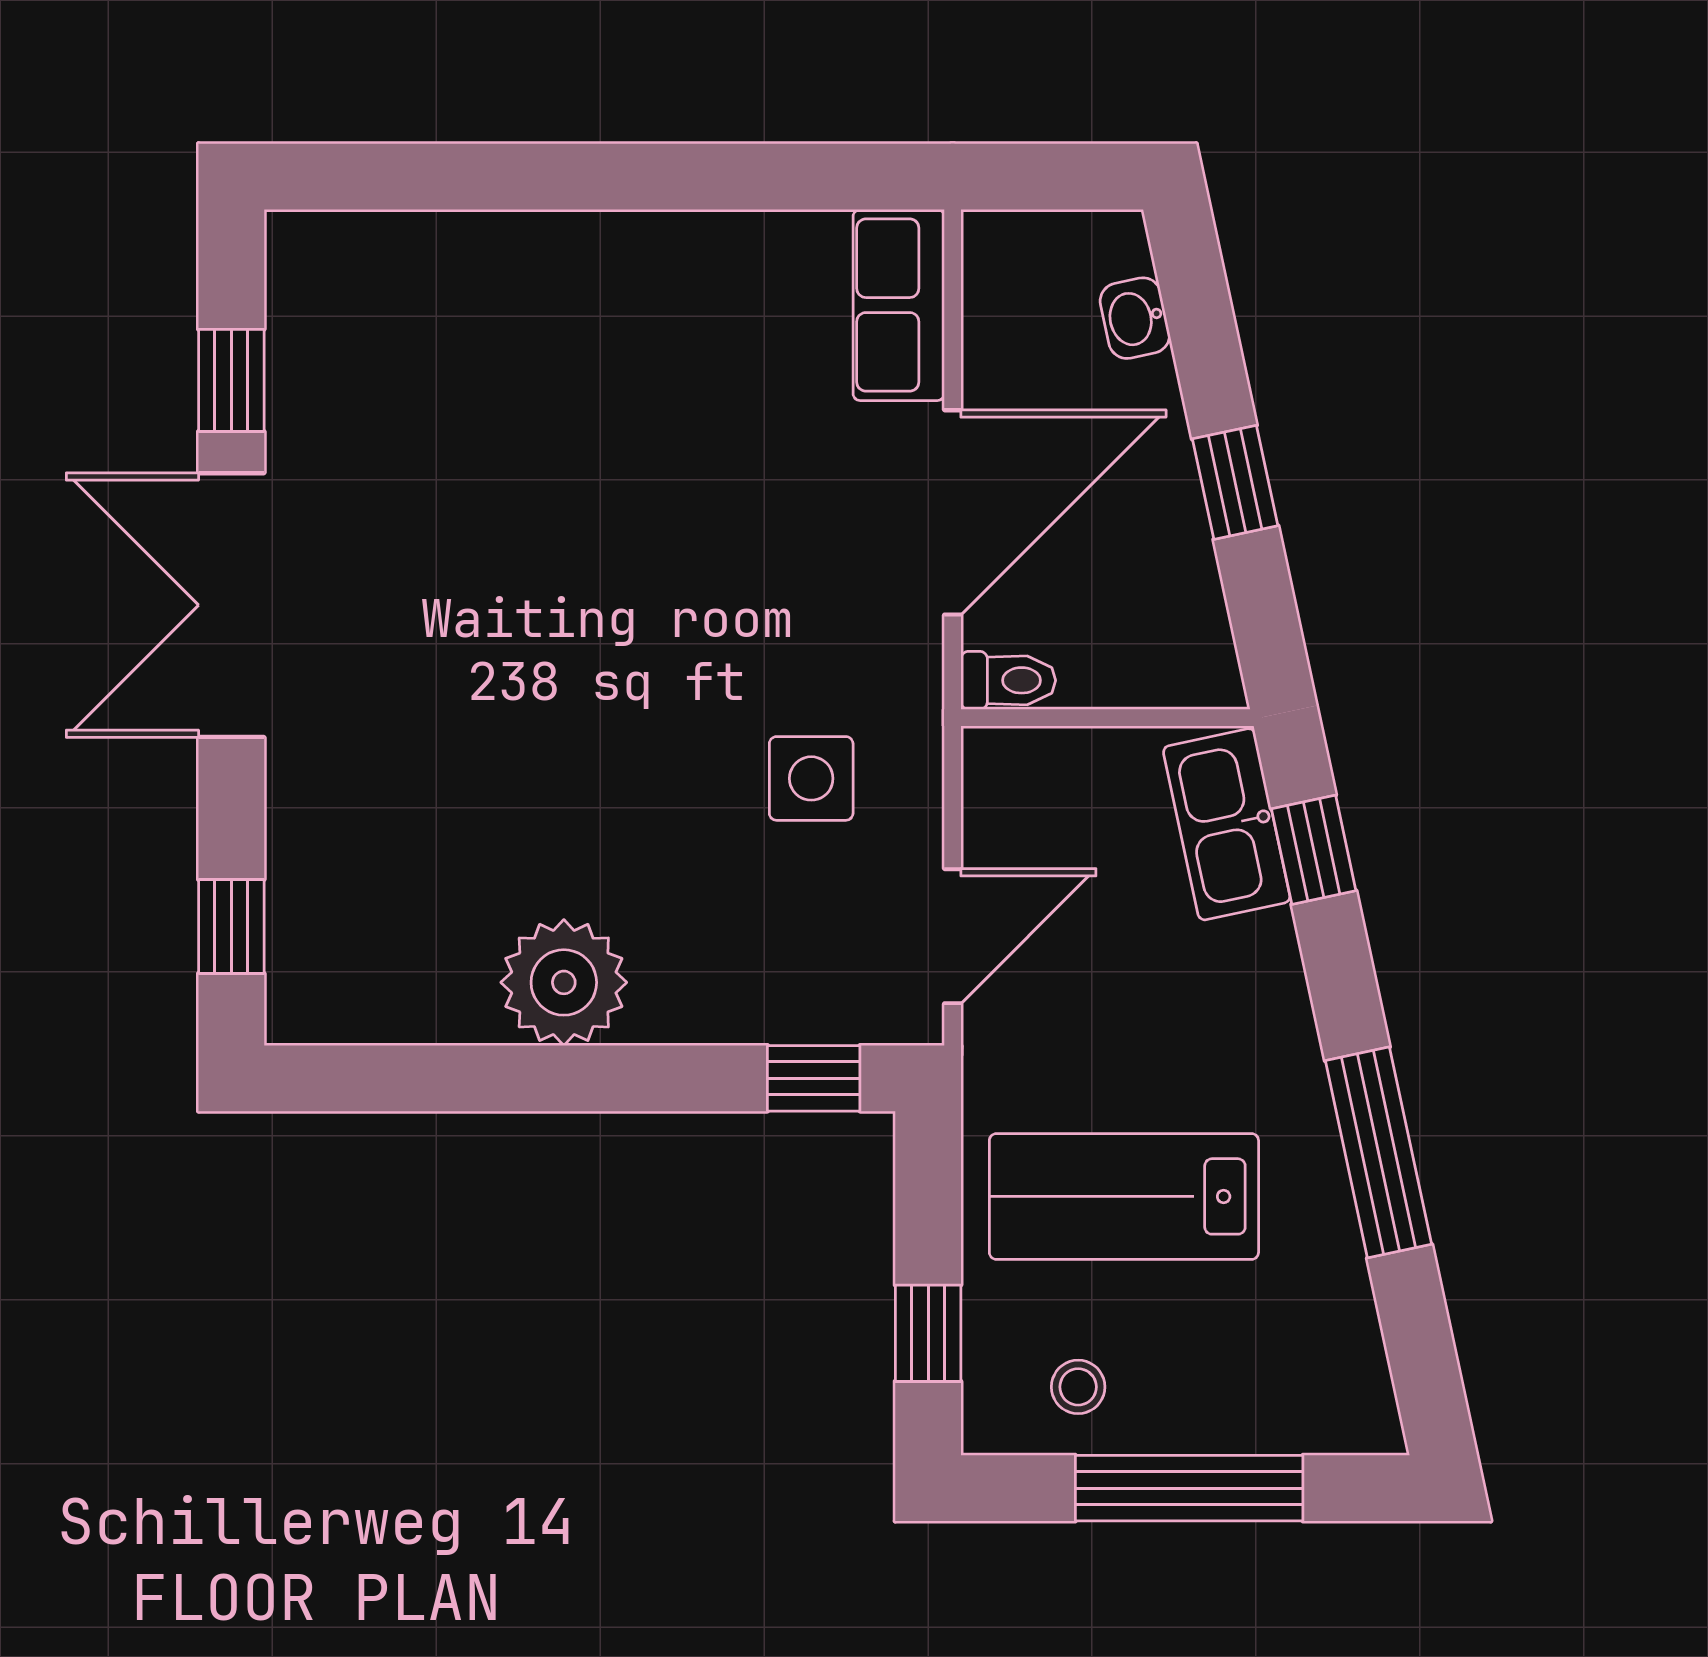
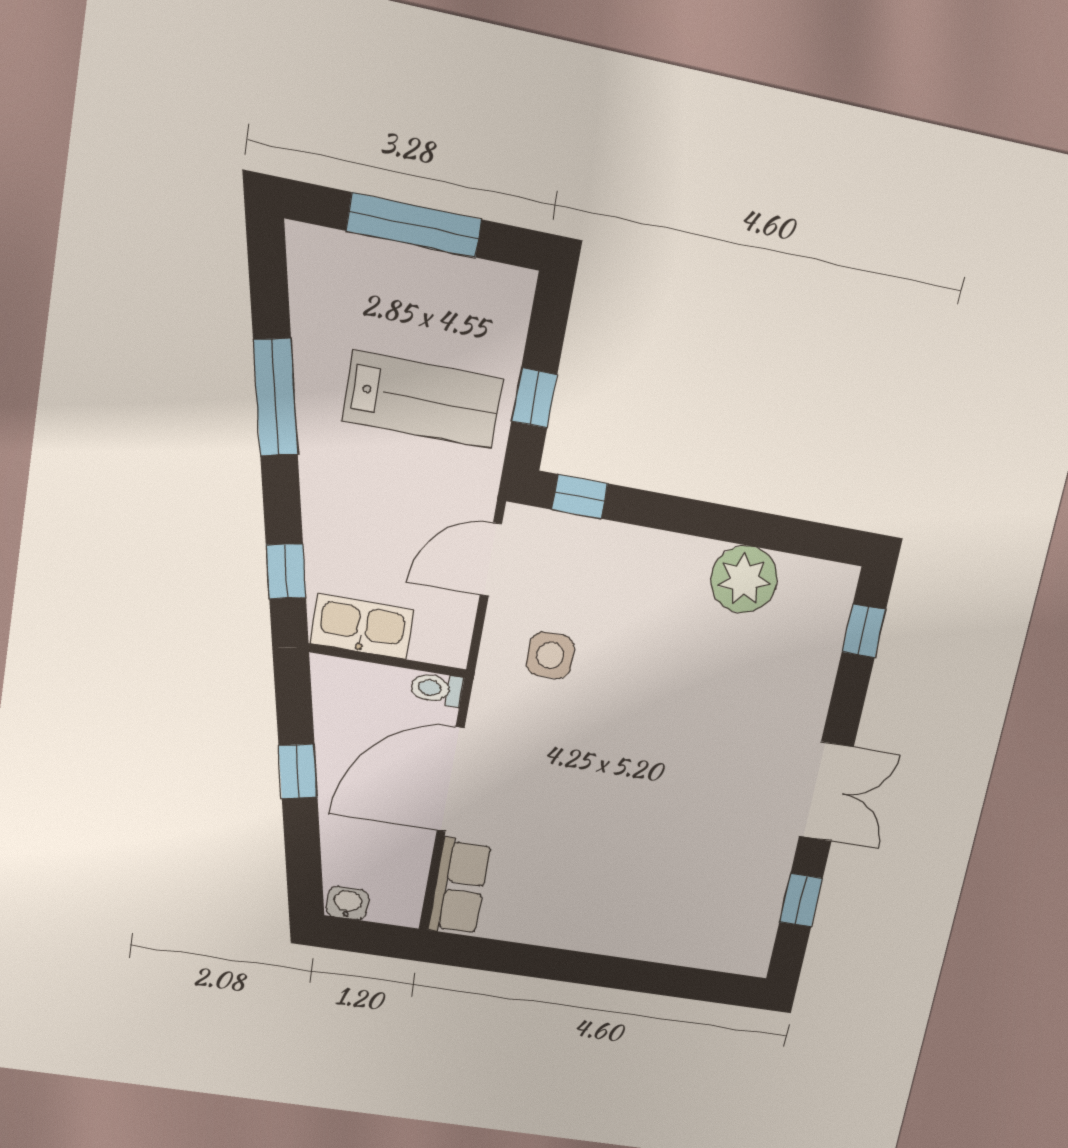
washbasin: (1135, 318) -> (348, 903), moved, turned -78
double door: (231, 605) -> (826, 792), width x0.73
kitchen sink: (1227, 824) -> (362, 627), moved, turned -78
plant: (564, 982) -> (744, 579), moved
window: (928, 1333) -> (534, 398), moved
stool: (1078, 1387) -> (467, 297), removed

